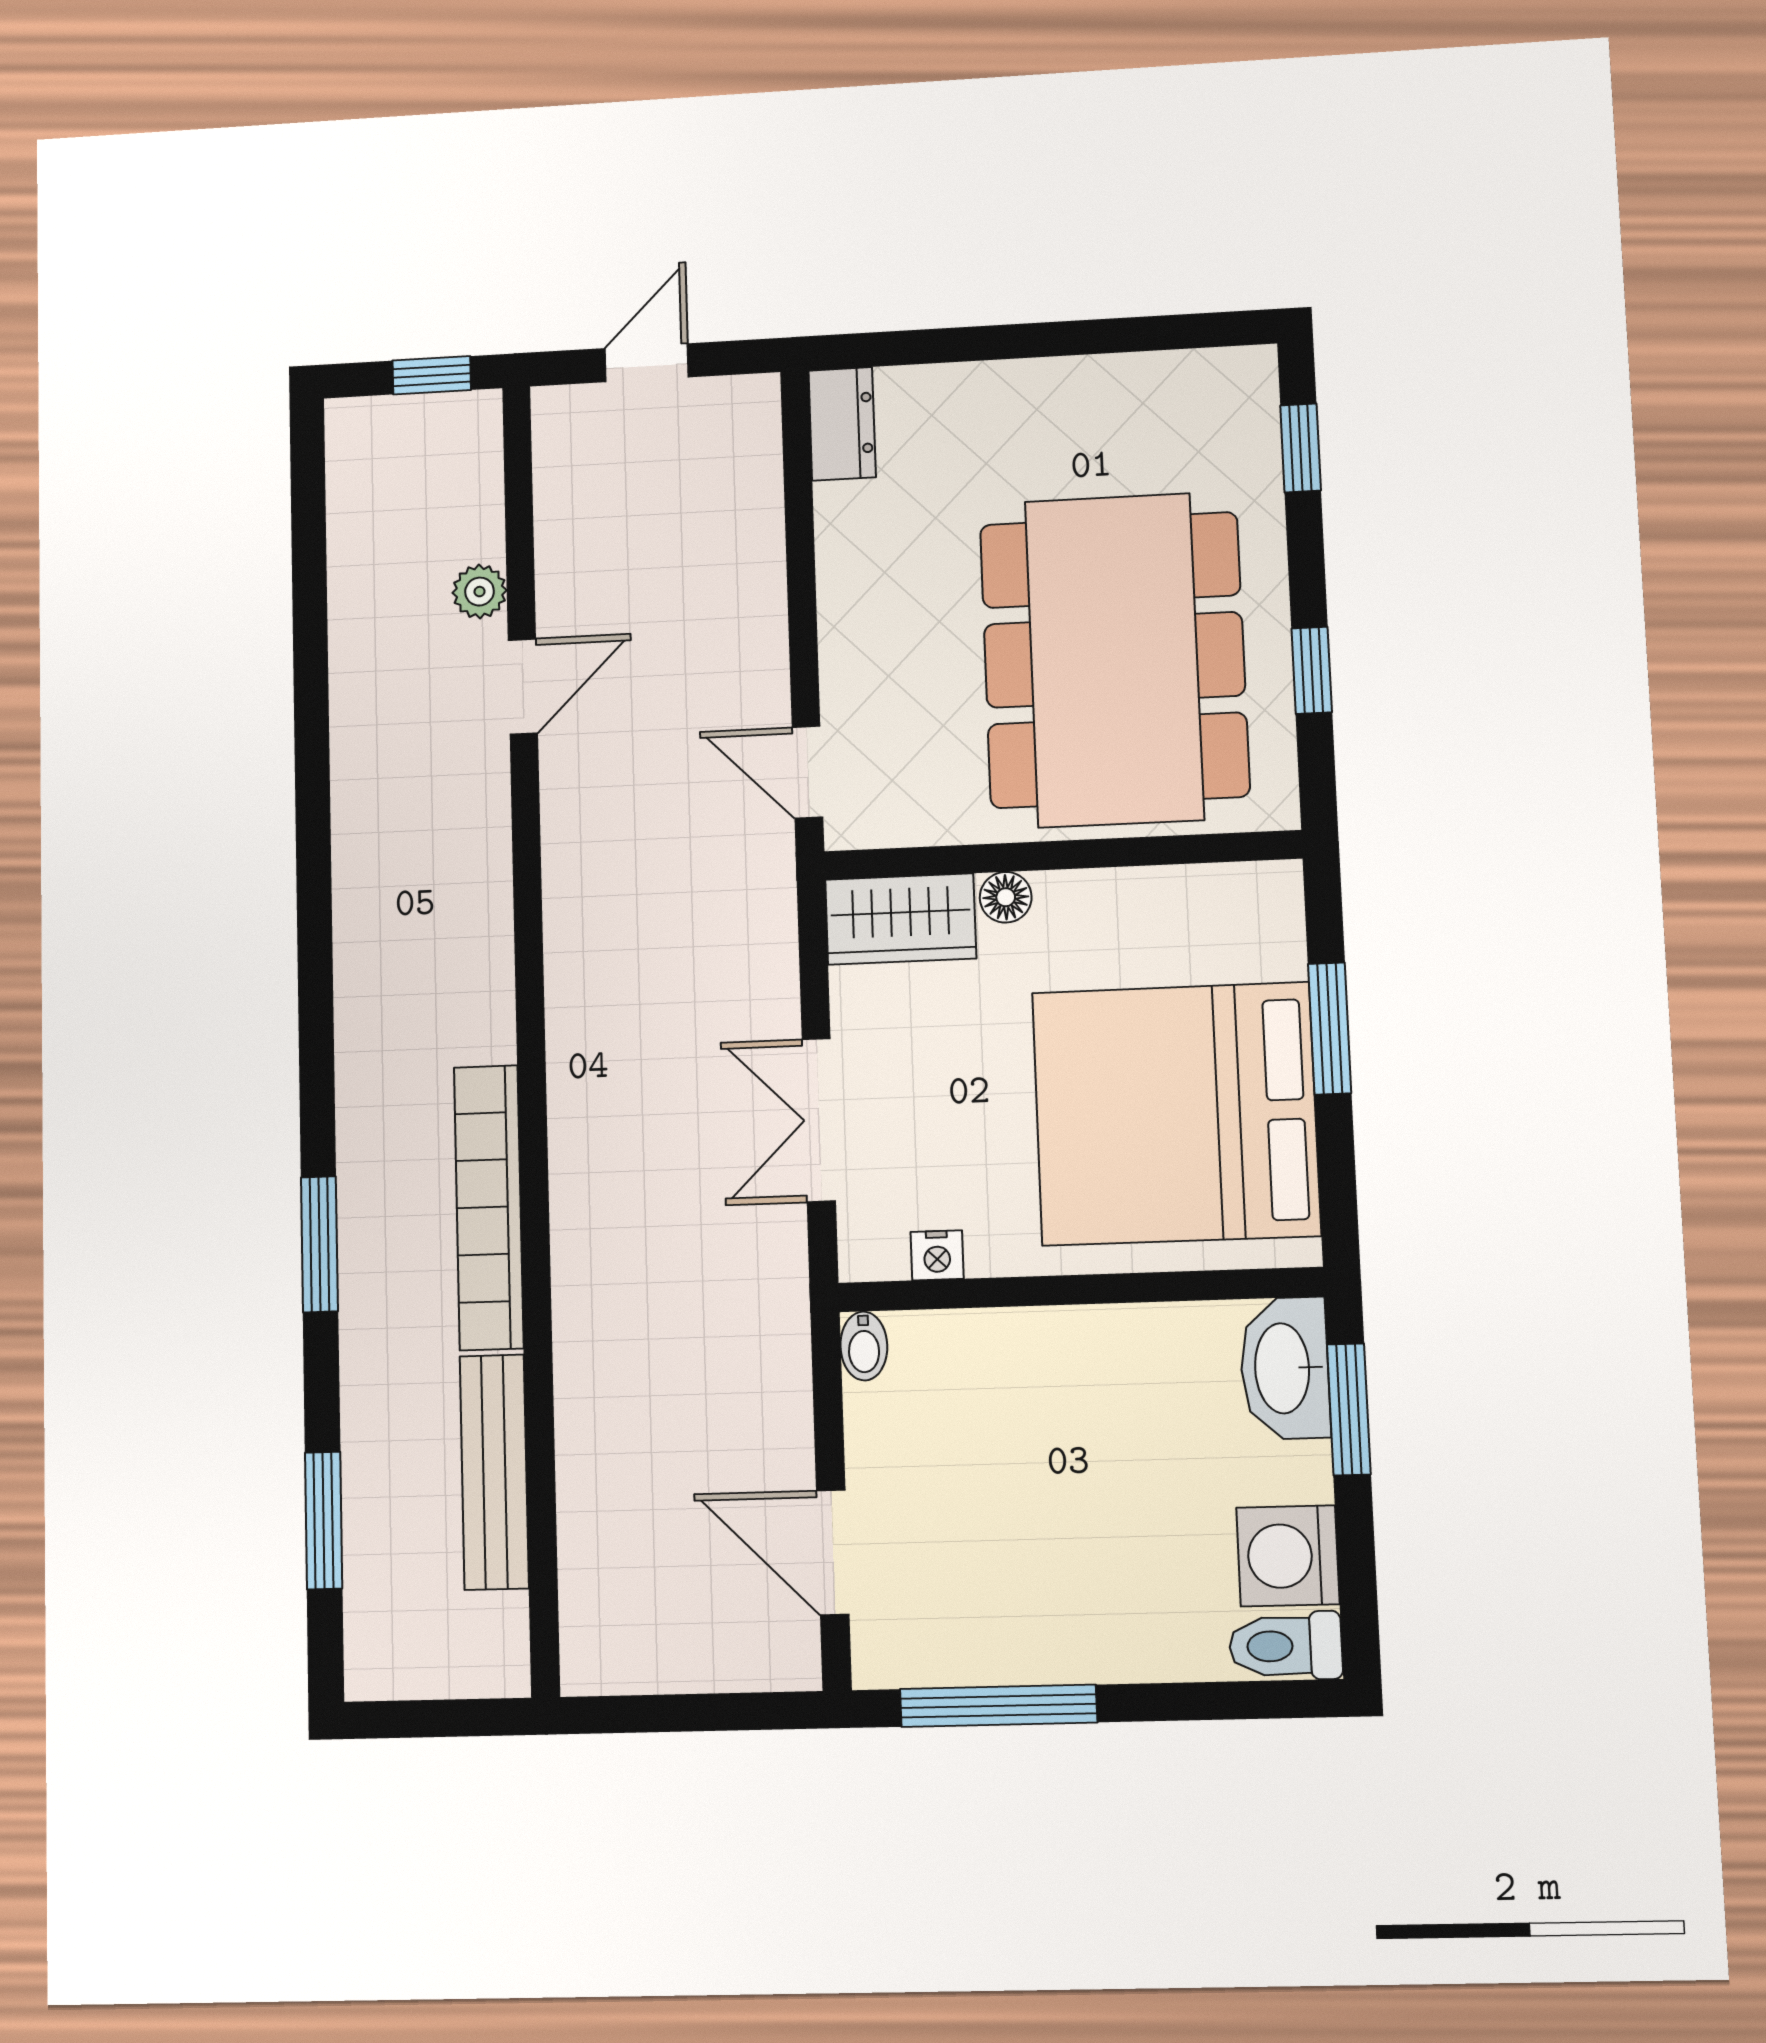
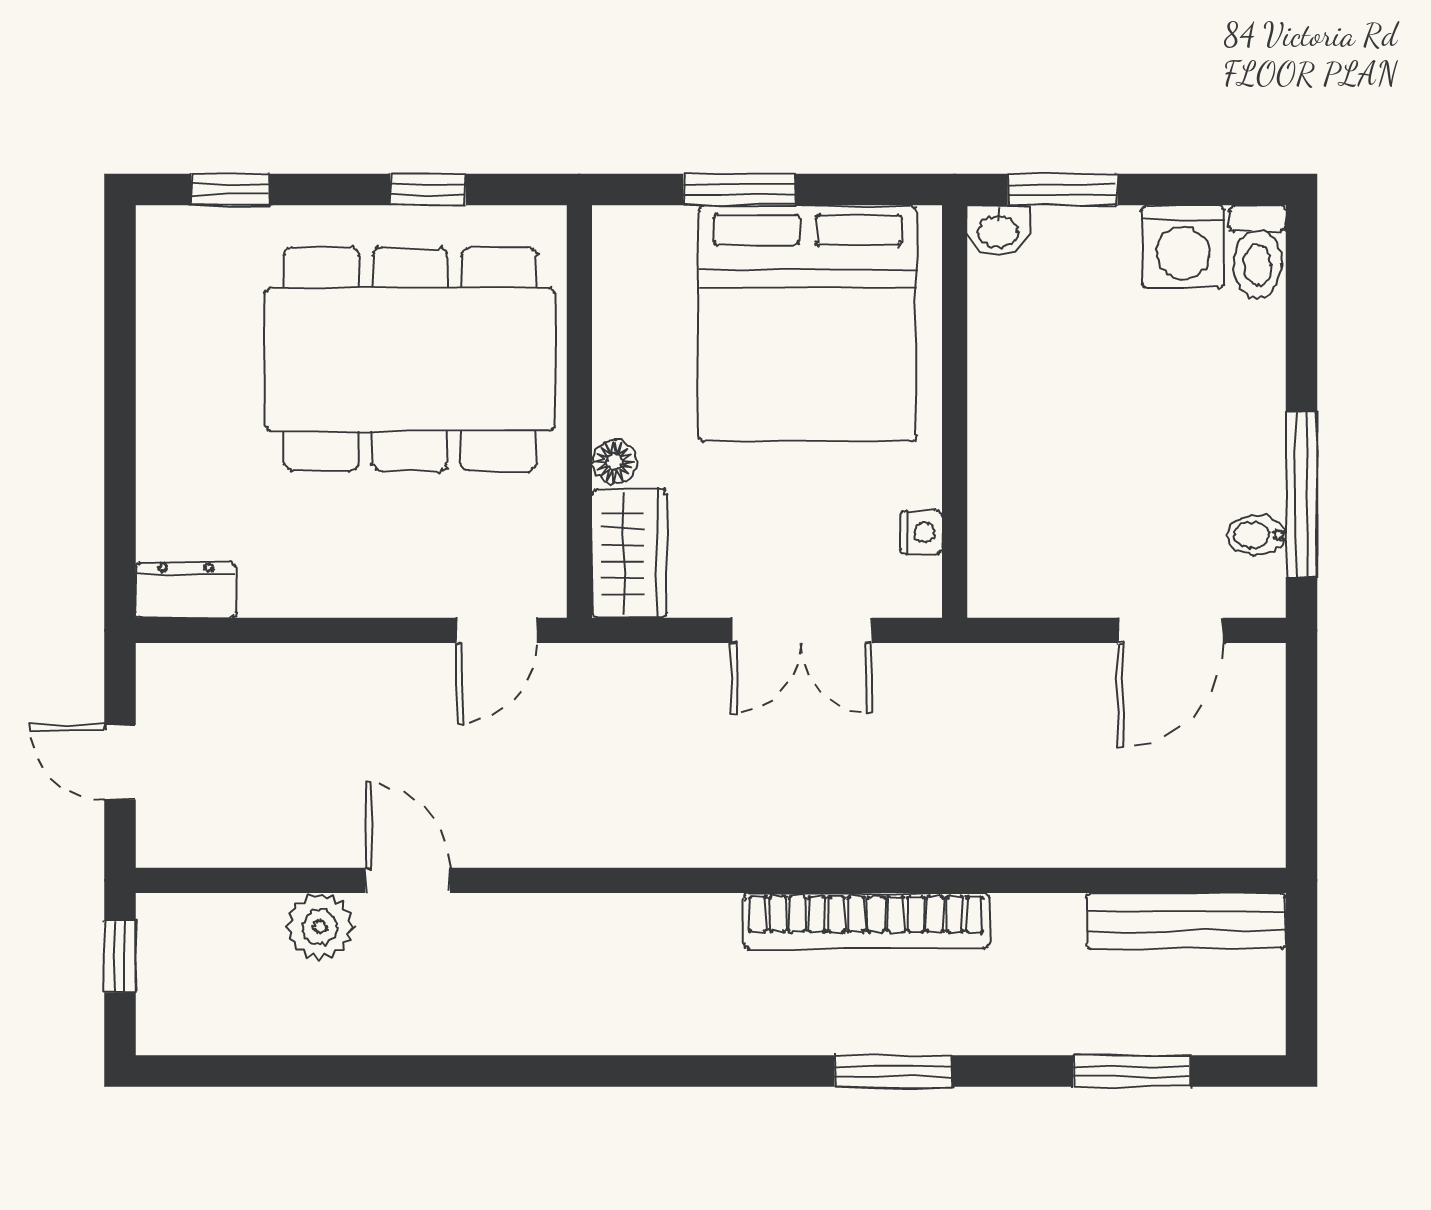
plant: (480, 592) -> (320, 927), width x1.38, depth x1.38
bidet: (864, 1346) -> (1257, 535), moved, turned 180
washbasin: (1285, 1368) -> (998, 230), width x0.52, depth x0.69
bench: (494, 1472) -> (1186, 921), moved

